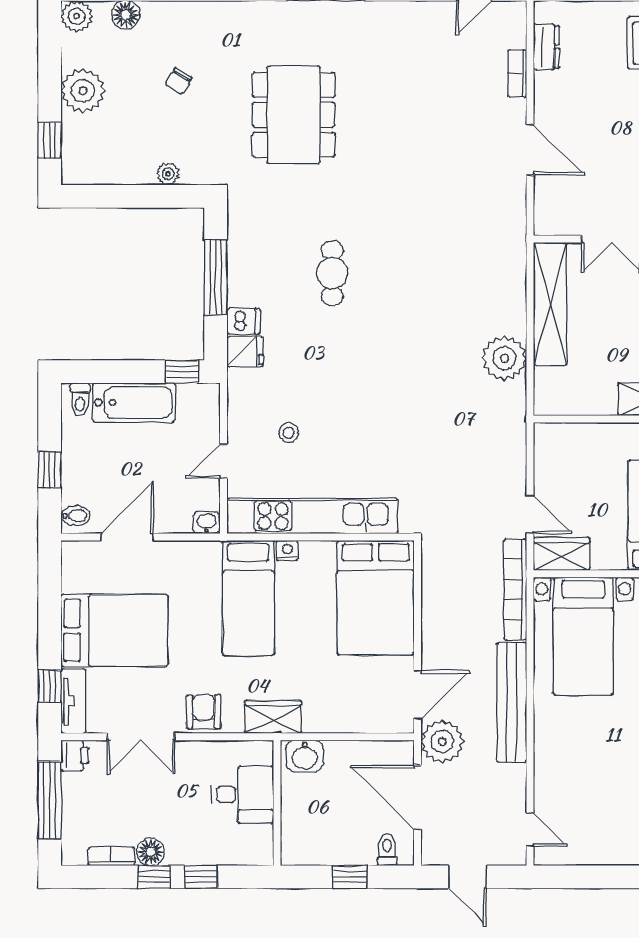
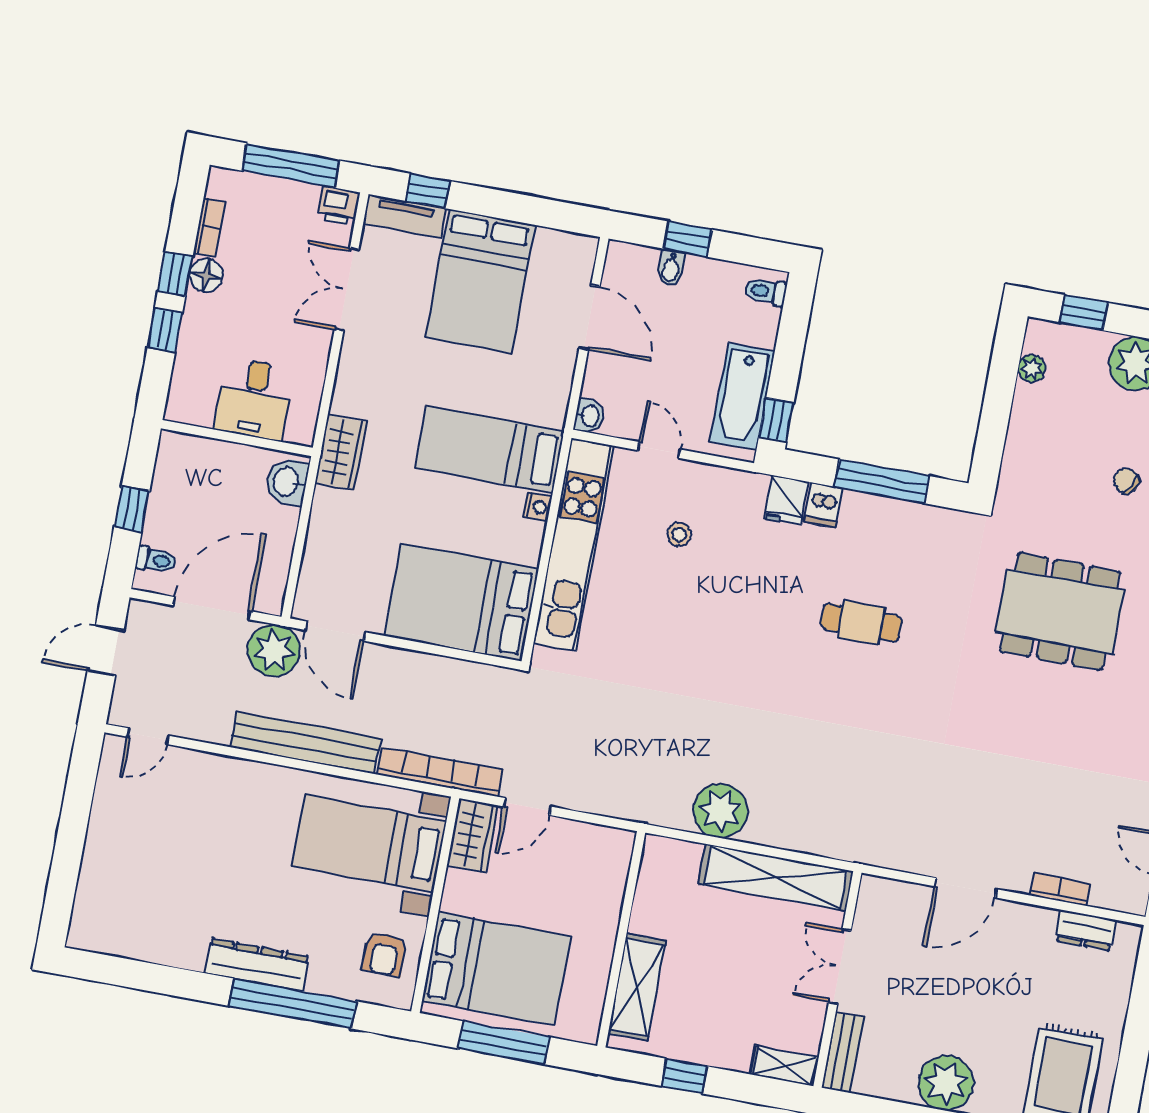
plant: (168, 174) -> (1032, 368), moved
bathtub: (134, 402) -> (742, 396), moved
bidet: (75, 516) -> (671, 268), moved
armchair: (204, 712) -> (362, 370), removed

